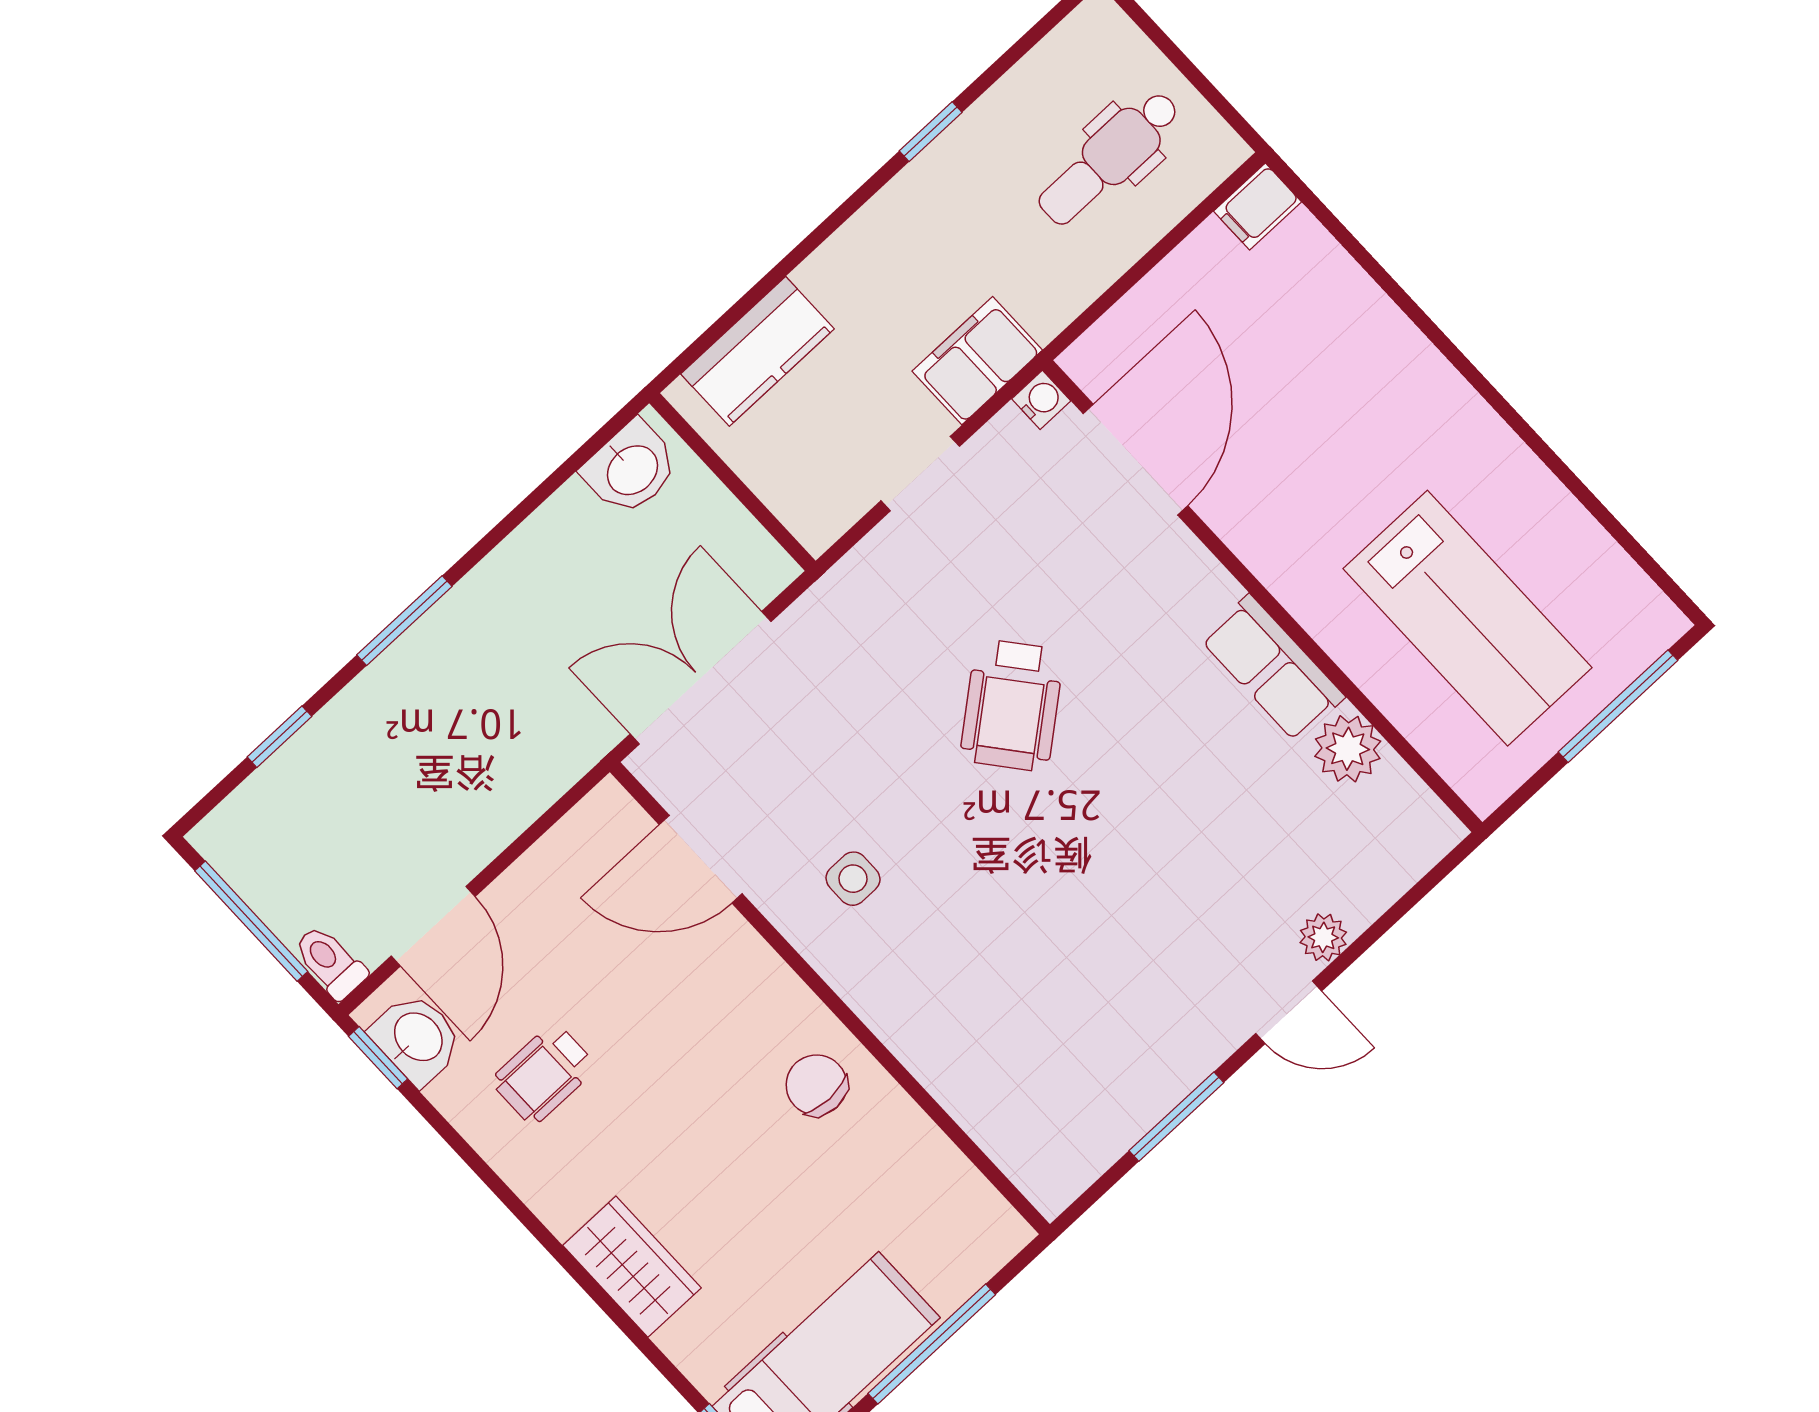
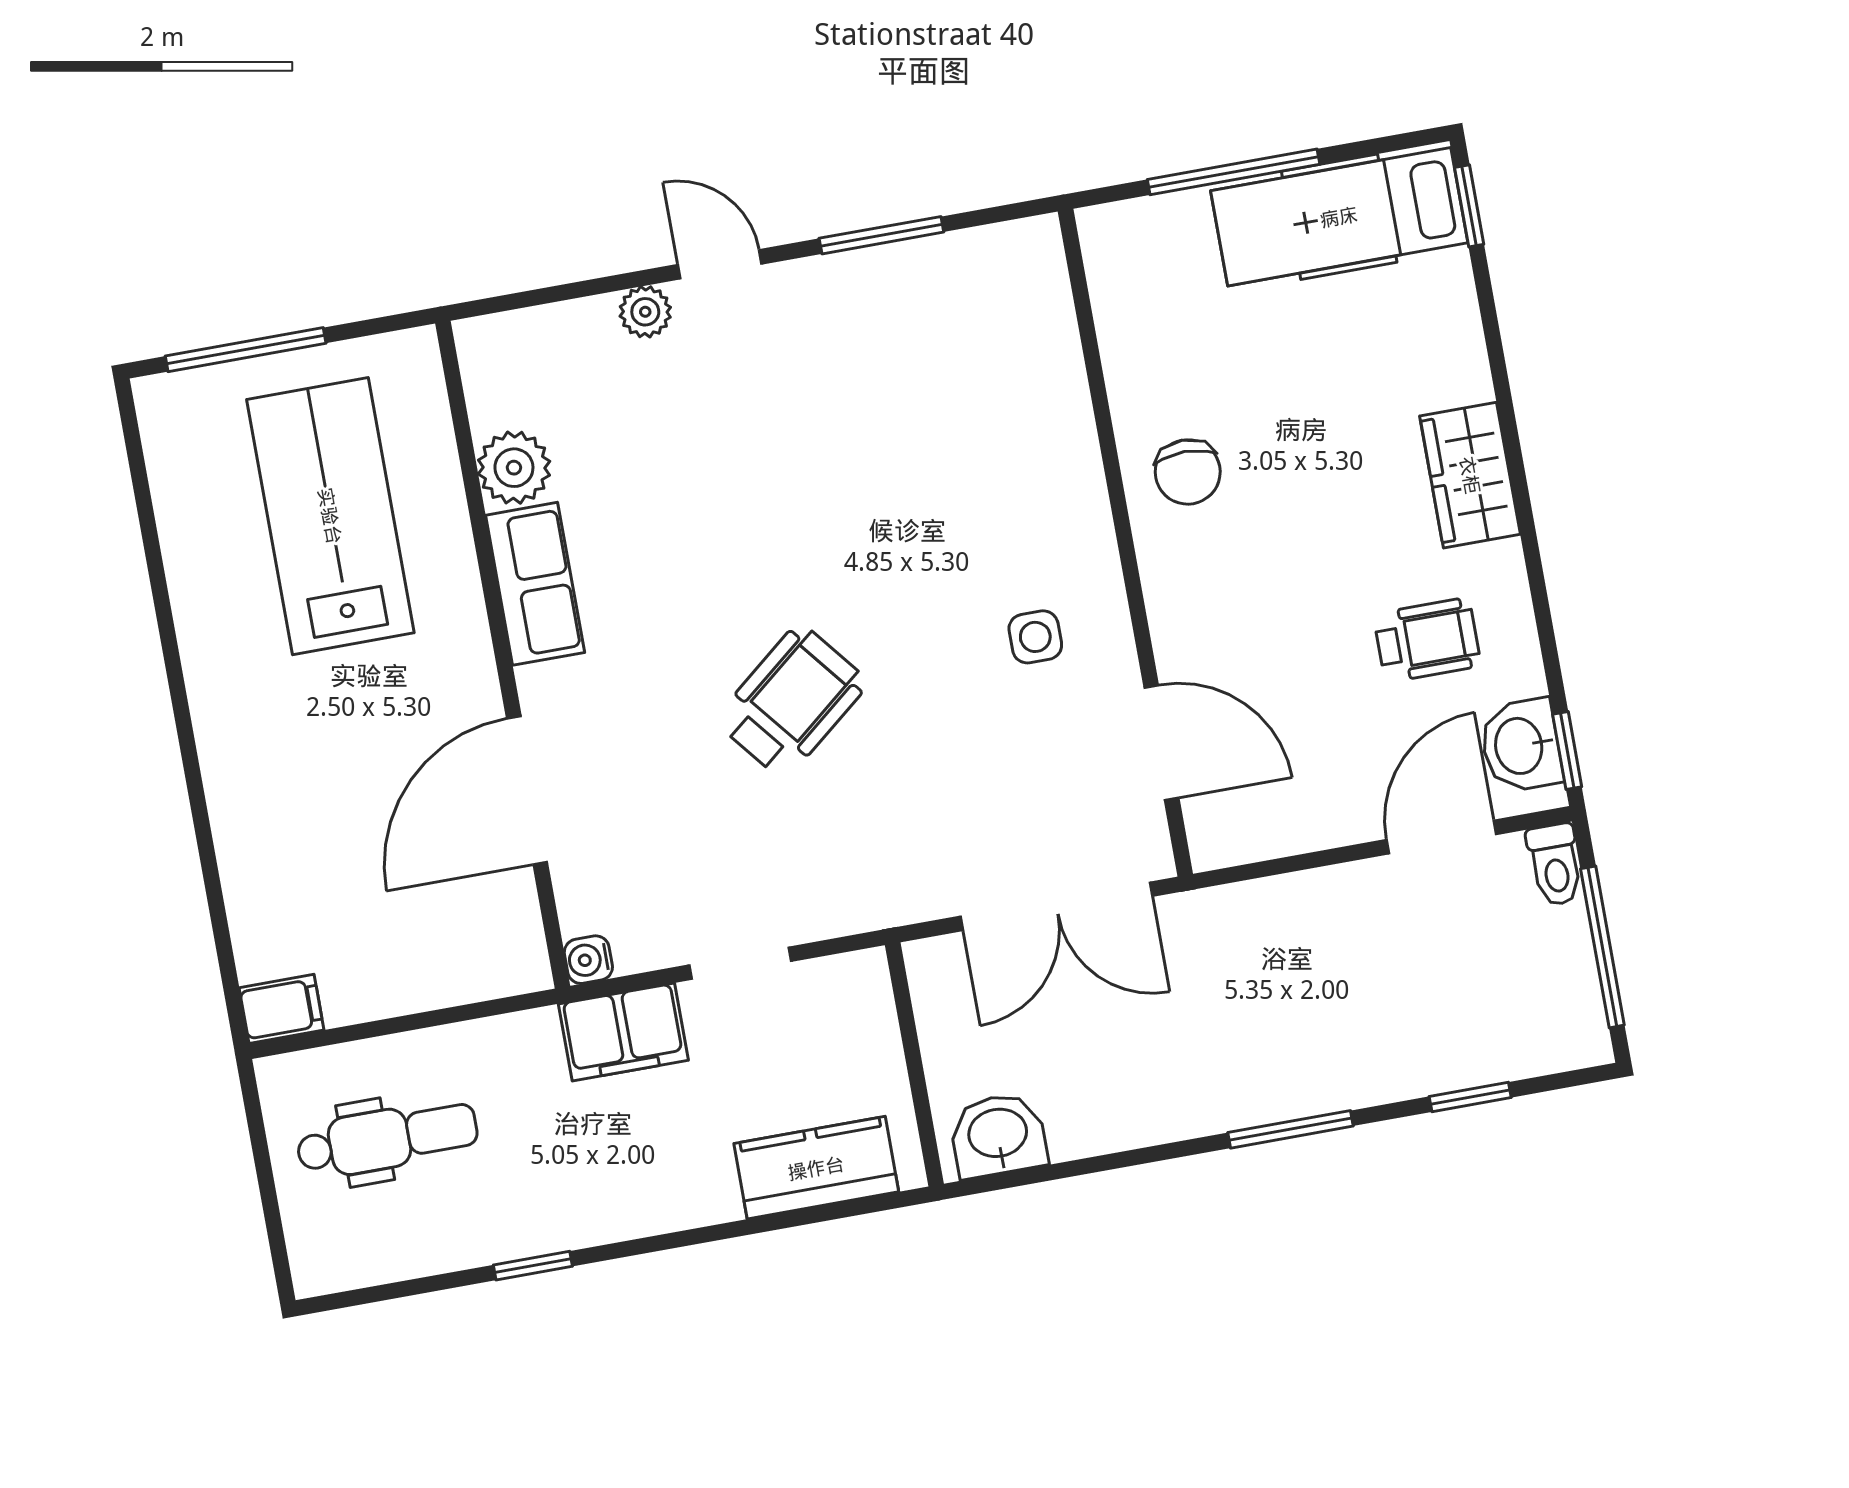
door: (1135, 460) -> (527, 790), moved
wardrobe: (632, 1267) -> (1470, 475), moved

